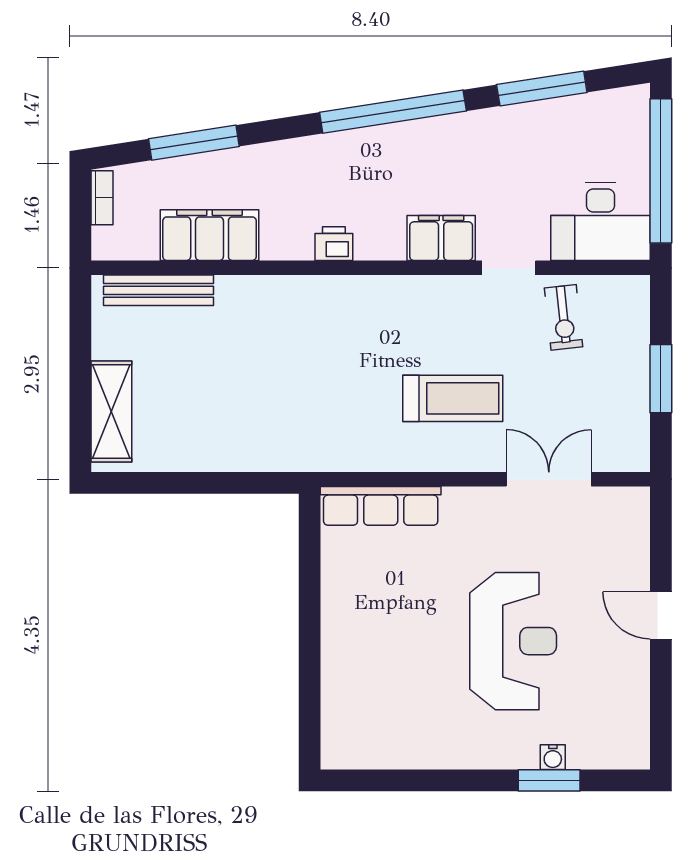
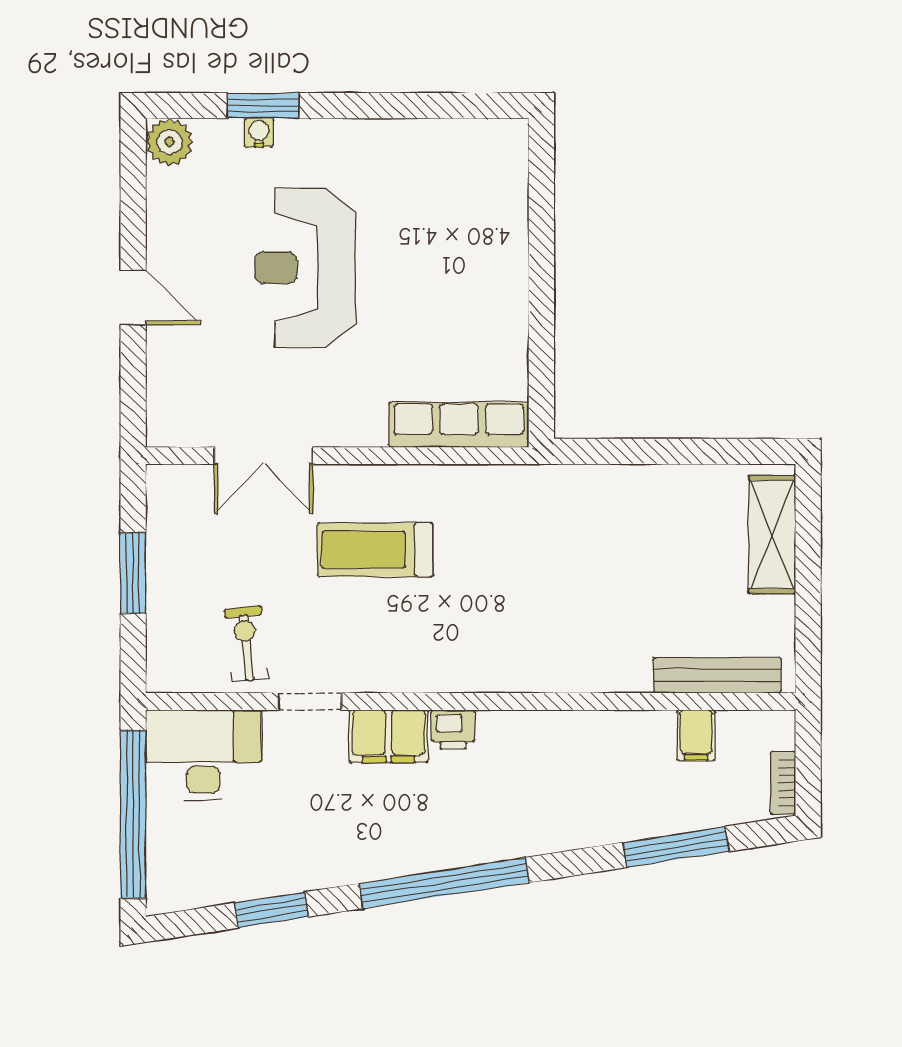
window: (542, 89) -> (272, 910), width x0.69
filing cabinet: (210, 235) -> (696, 735), width x0.33, depth x0.86
printer: (334, 244) -> (453, 730), moved
plant: (630, 749) -> (169, 142), added

